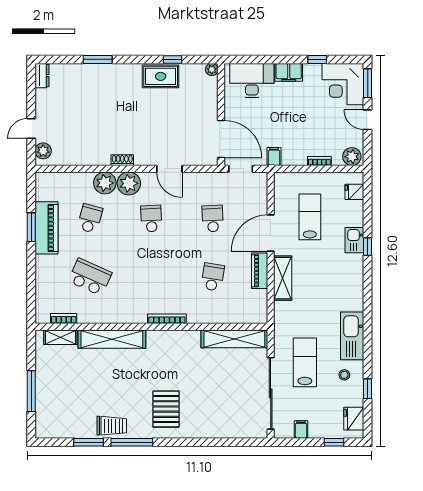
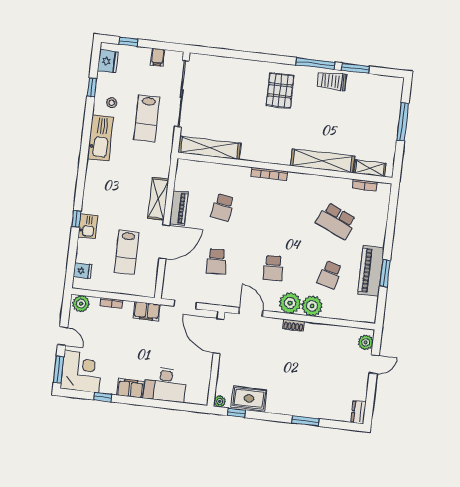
plant: (212, 70) -> (220, 401), moved
wall: (221, 114) -> (216, 359), moved
door: (221, 139) -> (219, 336), moved
filing cabinet: (274, 157) -> (147, 311), width x2.00

